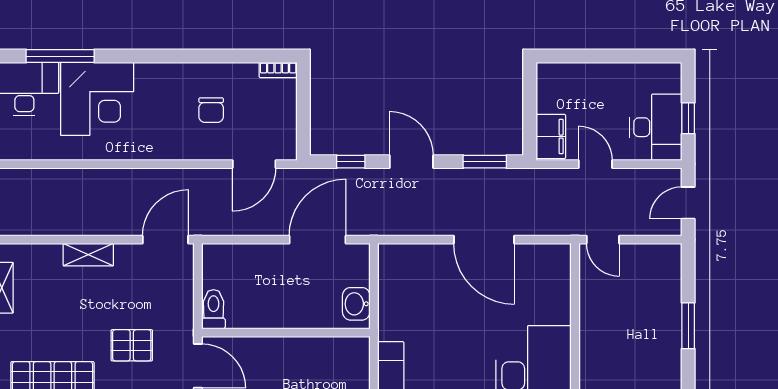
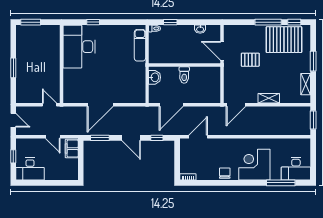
corner desk: (97, 99) -> (254, 165), moved
chair: (211, 110) -> (225, 173), moved
desk: (656, 127) -> (30, 169), moved, turned -90
door: (688, 203) -> (13, 120), hinge flipped
door: (484, 240) -> (100, 105), swing flipped
toilet: (214, 309) -> (184, 75), moved

